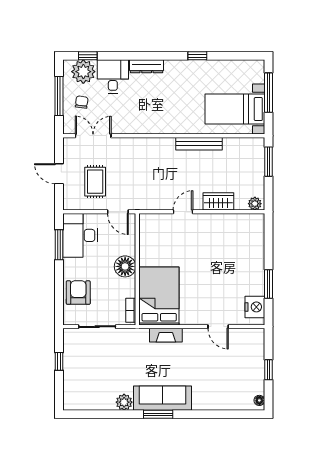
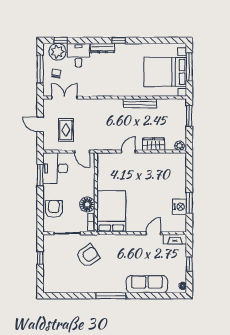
window: (197, 56) -> (119, 41), moved
bed with nightstands: (235, 109) -> (165, 72), width x1.36
floor lamp: (125, 266) -> (87, 204), moved
nightstand: (255, 307) -> (180, 207), moved
door: (218, 327) -> (153, 233), swing flipped
fireplace: (166, 335) -> (175, 239), moved
armchair: (126, 358) -> (88, 256), added
sofa: (162, 398) -> (147, 284), moved
plant: (124, 402) -> (86, 287), removed
window: (158, 414) -> (111, 296), width x1.44

